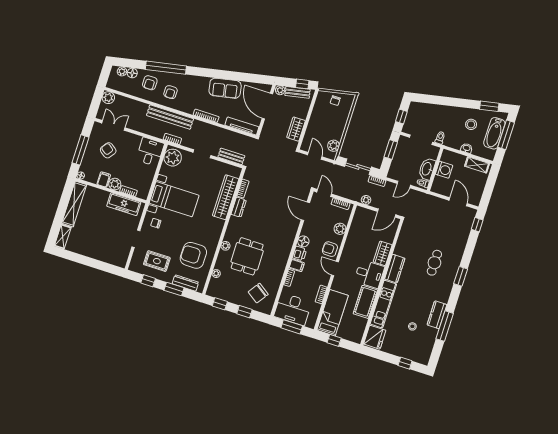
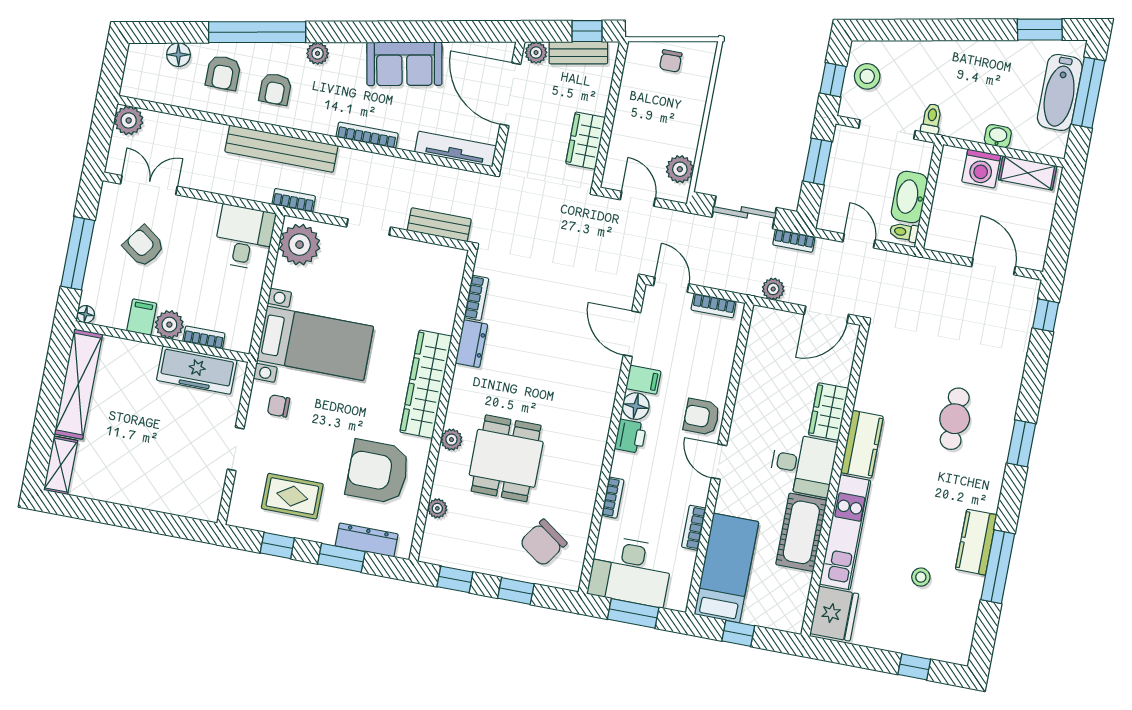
plant: (122, 71) -> (318, 53), moved
stool: (471, 124) -> (867, 76), moved
washing machine: (444, 170) -> (981, 169), moved, turned 90
door: (404, 184) -> (859, 241), swing flipped
wardrobe: (226, 197) -> (426, 384), moved
plant: (340, 229) -> (719, 365), removed
filing cabinet: (297, 265) -> (643, 380), moved

